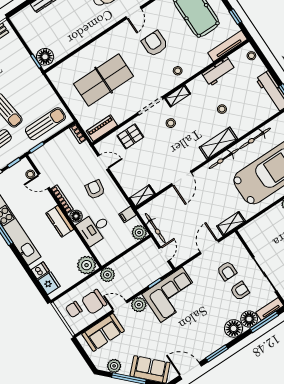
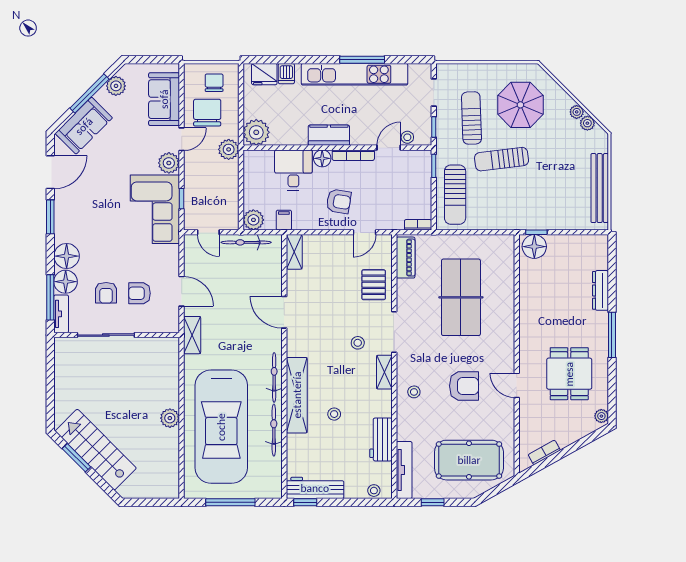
shelving: (218, 143) -> (297, 395), width x1.47

